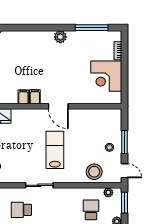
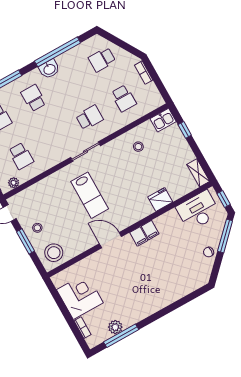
plant: (60, 37) -> (115, 327), moved
stool: (94, 172) -> (54, 253), moved

